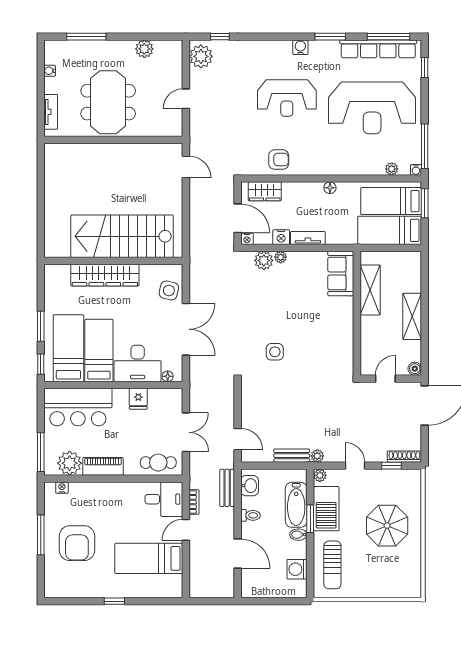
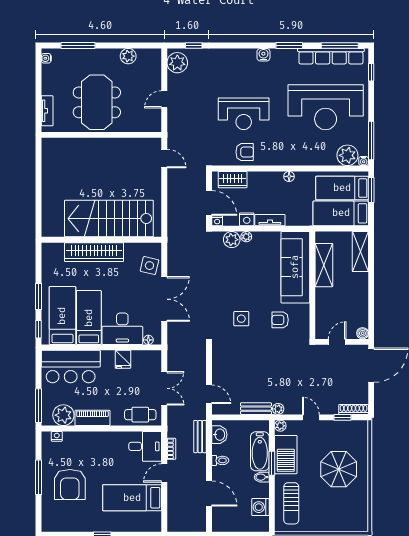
water cooler: (50, 71) -> (46, 58), moved
reception desk: (287, 98) -> (244, 114), moved
plant: (392, 169) -> (347, 155), width x1.88, depth x1.88
sofa: (341, 273) -> (295, 267), width x1.85, depth x1.27
shelving: (412, 316) -> (360, 251), moved
armchair: (320, 353) -> (280, 320), added

